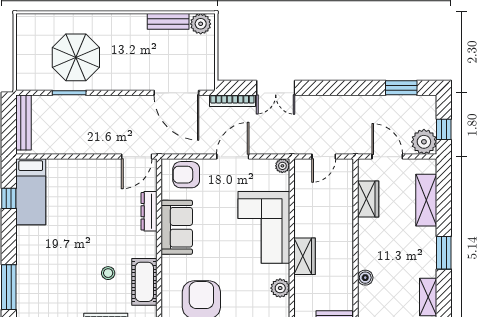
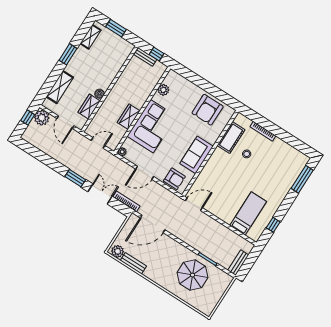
window: (401, 88) -> (75, 178), moved
door: (176, 93) -> (153, 224), swing flipped
bench: (24, 122) -> (238, 263), width x0.73
bed: (31, 192) -> (248, 214), moved
dresser: (149, 211) -> (205, 172), removed
wardrobe: (304, 256) -> (129, 117), moved
boiler: (365, 278) -> (100, 94), moved

